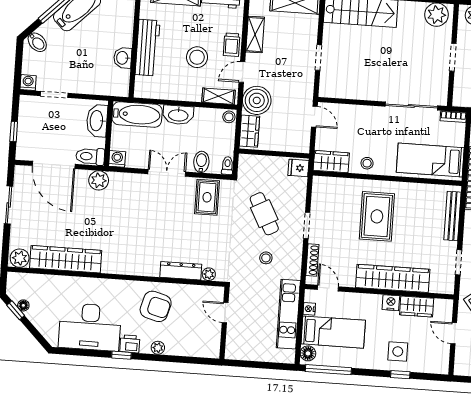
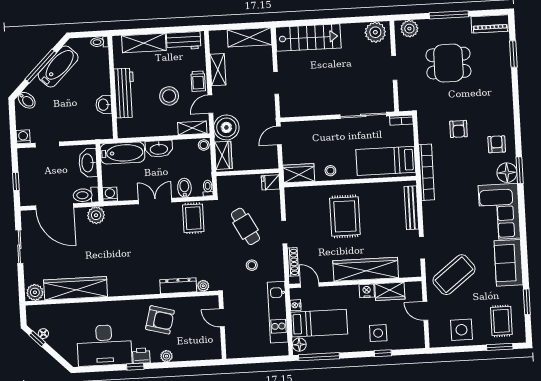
door: (314, 117) -> (279, 135), swing flipped

